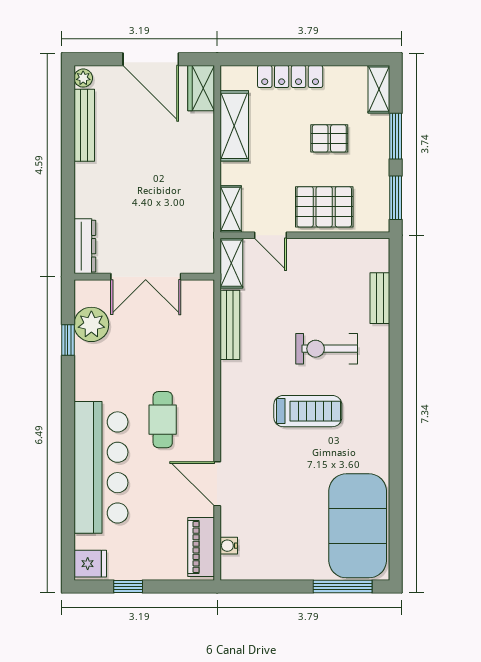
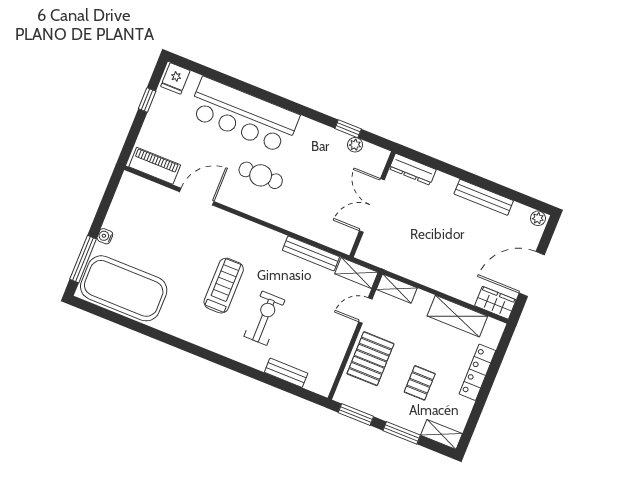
bench: (84, 125) -> (484, 197), moved
plant: (91, 324) -> (355, 145), width x0.53, depth x0.53
treadmill: (308, 411) -> (224, 286), turned 180
water cooler: (229, 546) -> (105, 236), moved, turned -90

